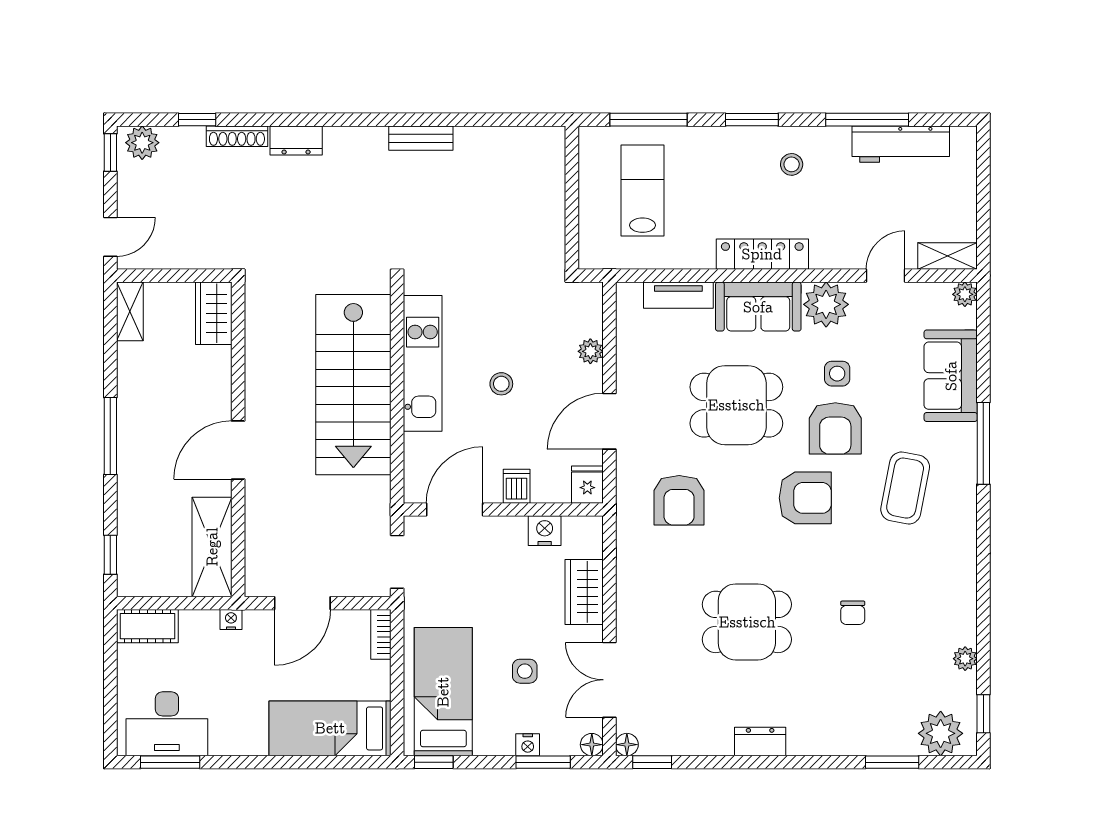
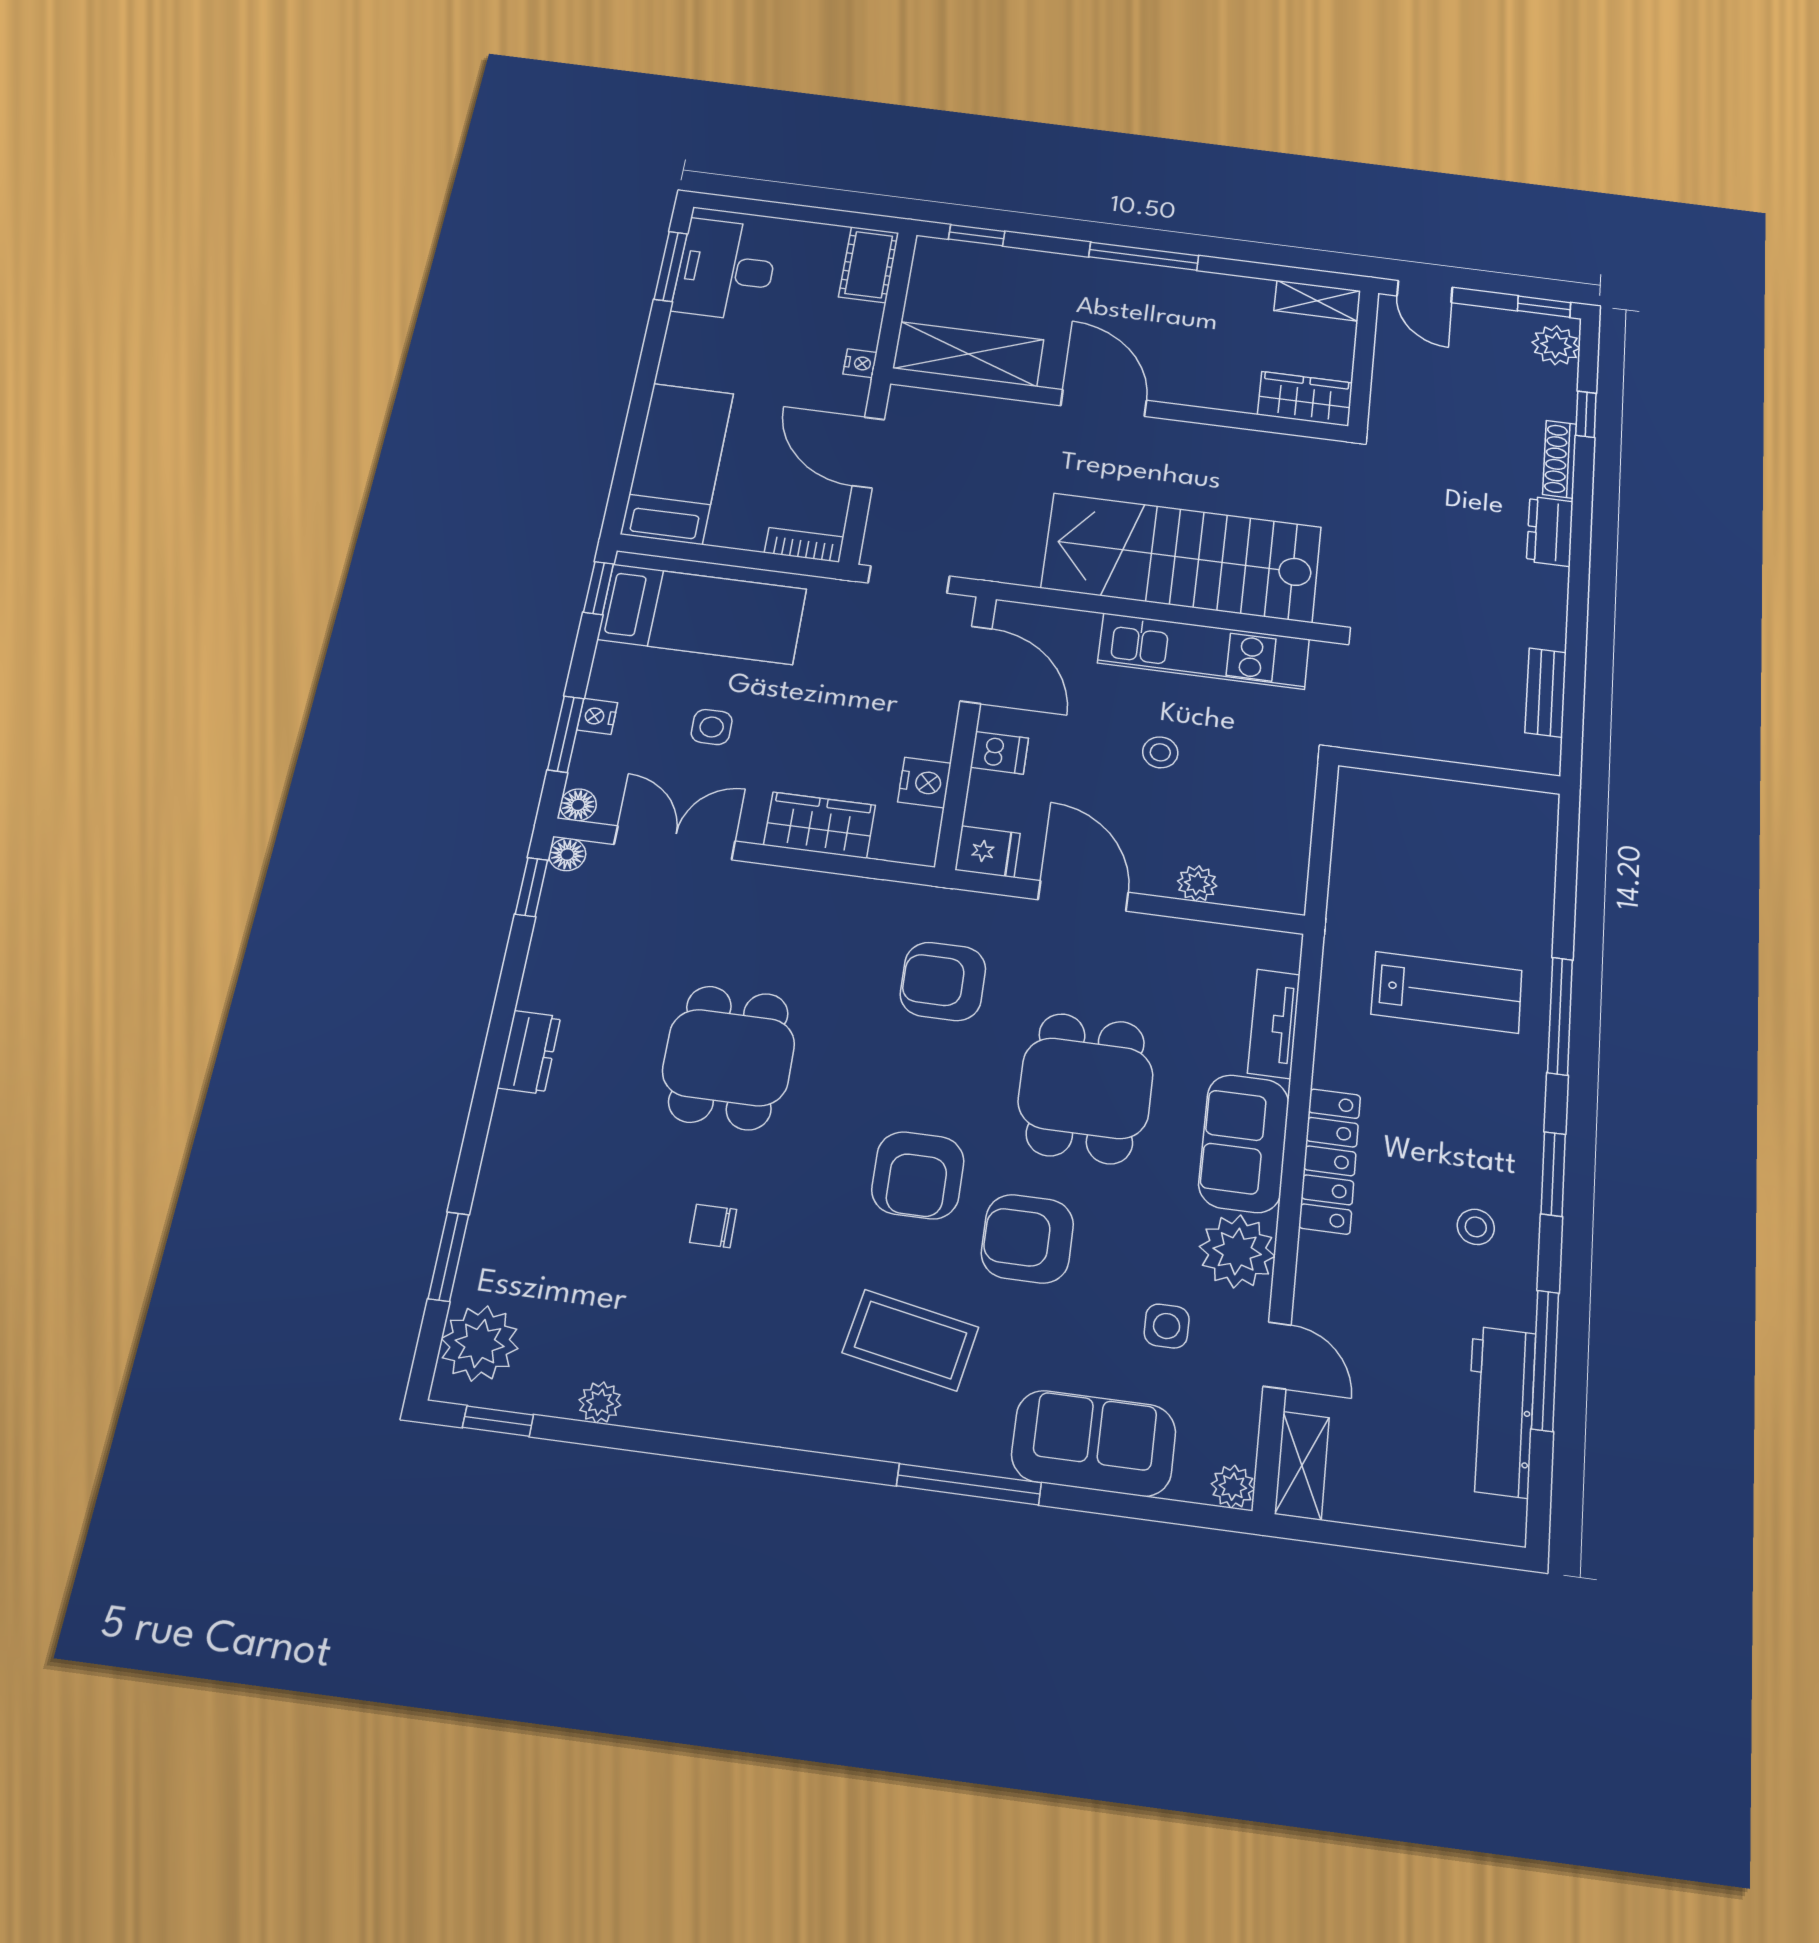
wall: (572, 198) -> (1449, 771), moved
side table: (837, 374) -> (1167, 1326), moved

